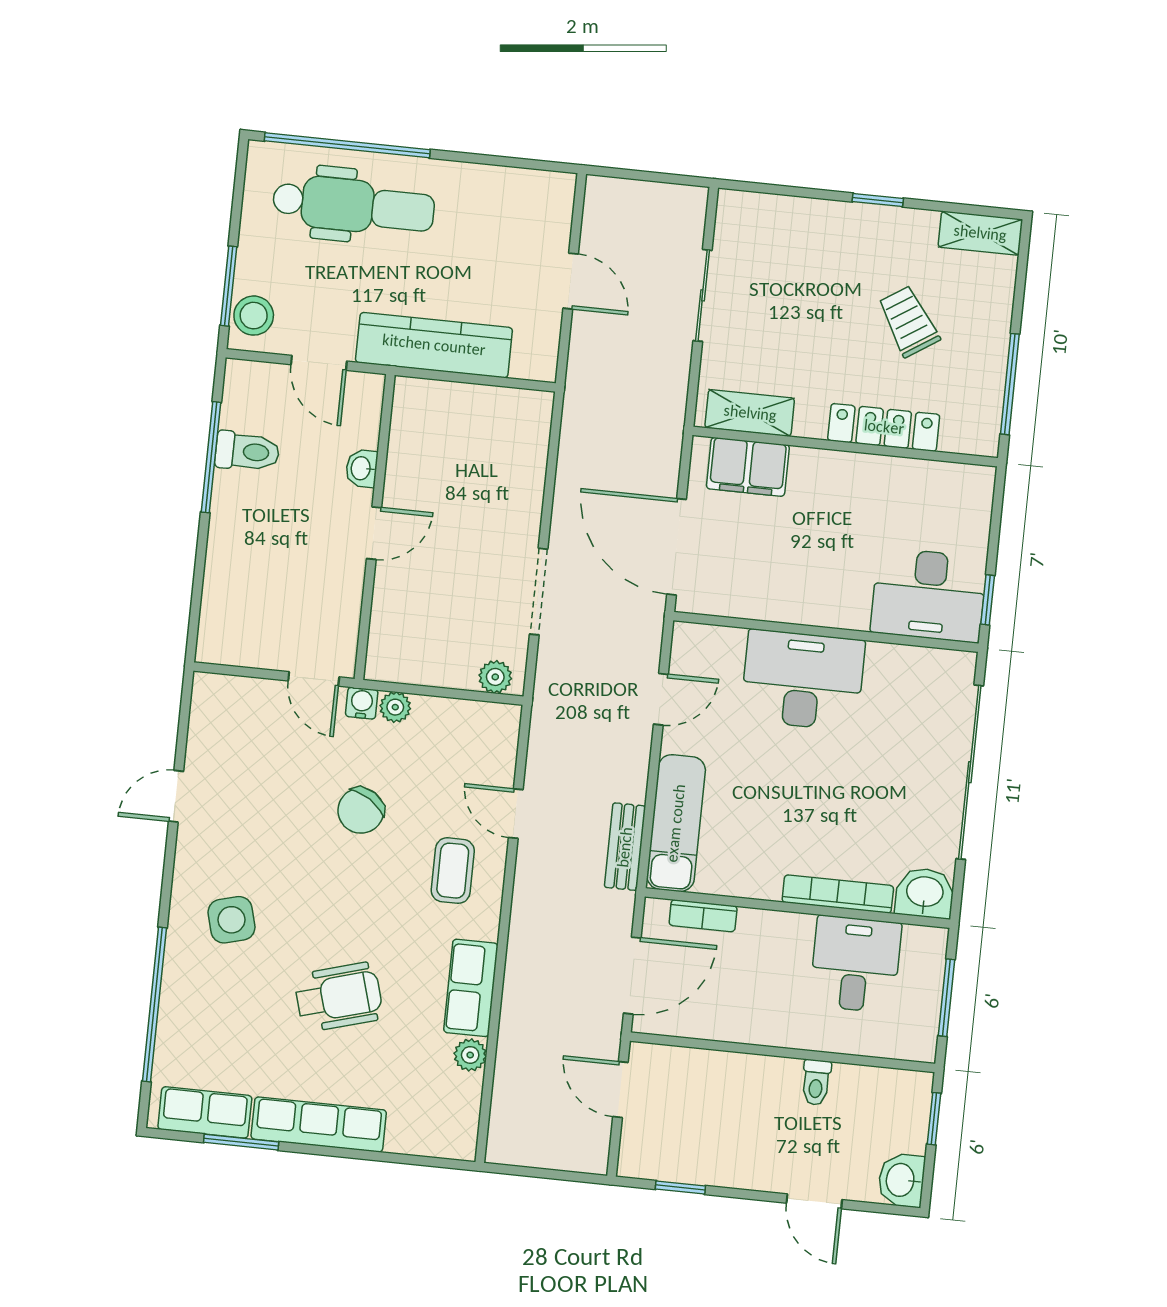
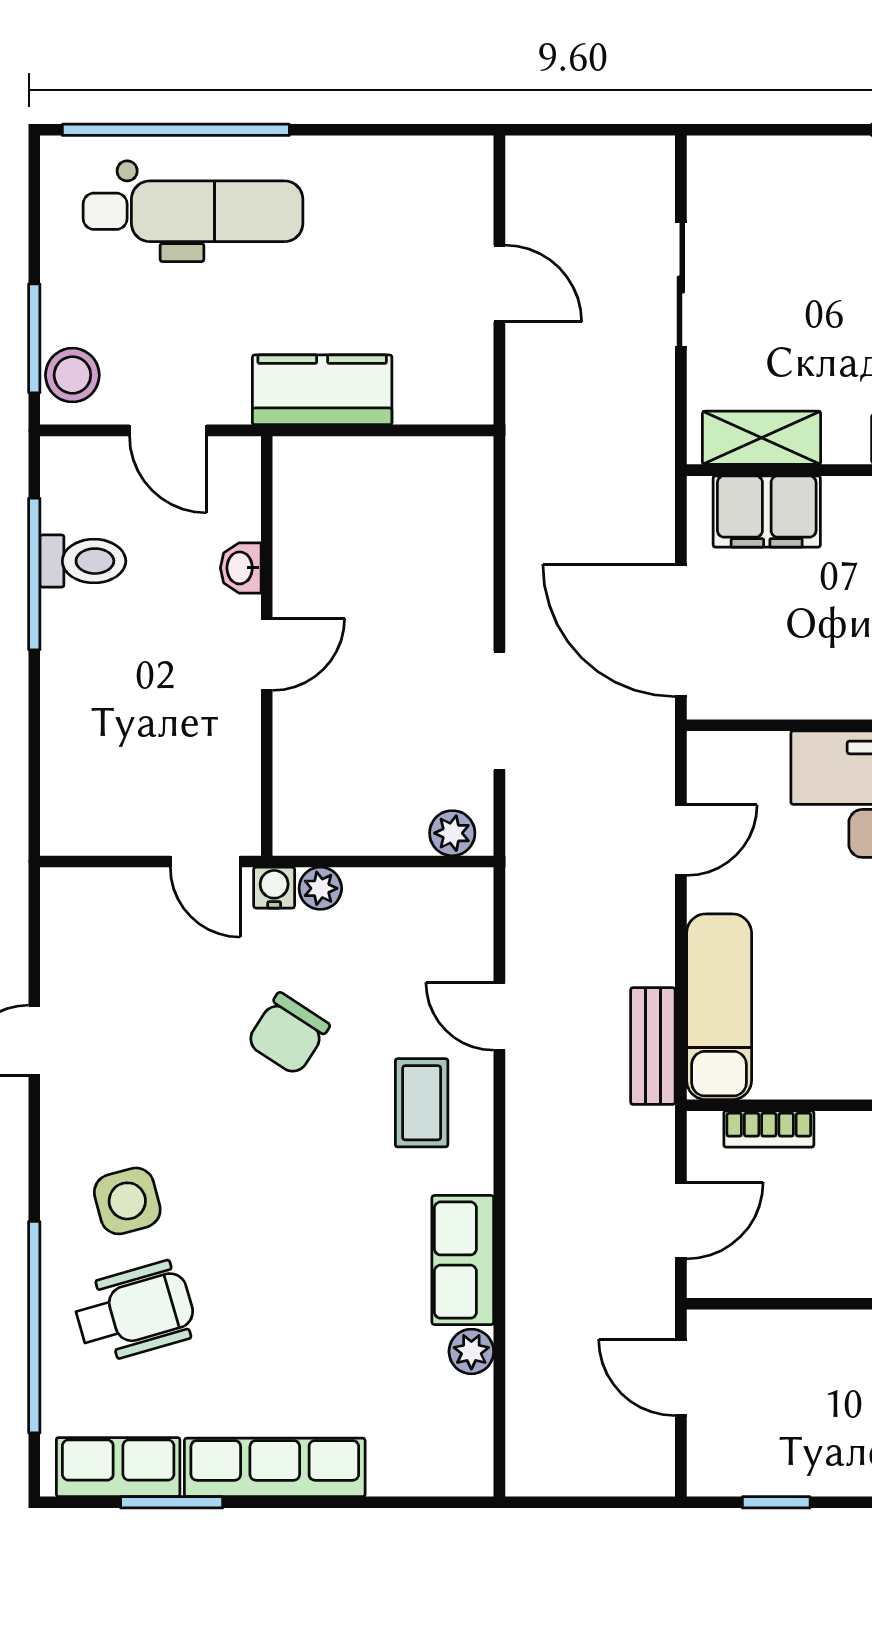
kitchen counter: (434, 345) -> (322, 390), width x0.67
door: (632, 976) -> (681, 1221), width x0.73
wheelchair: (339, 997) -> (135, 1312), moved

